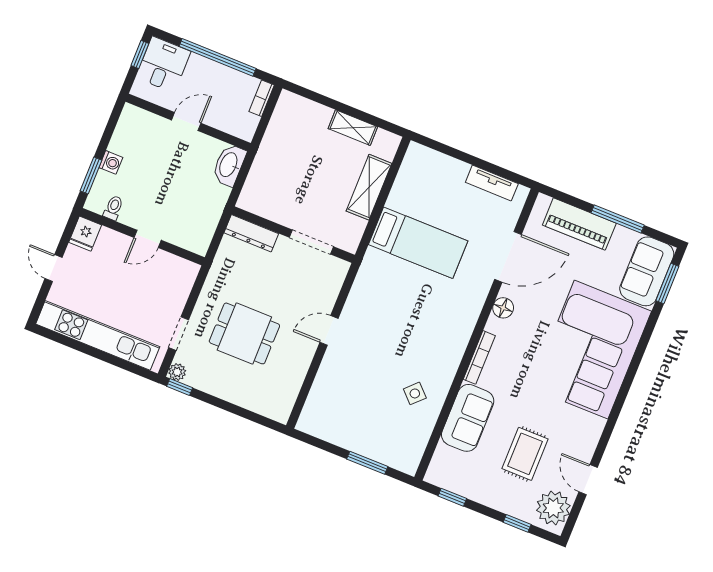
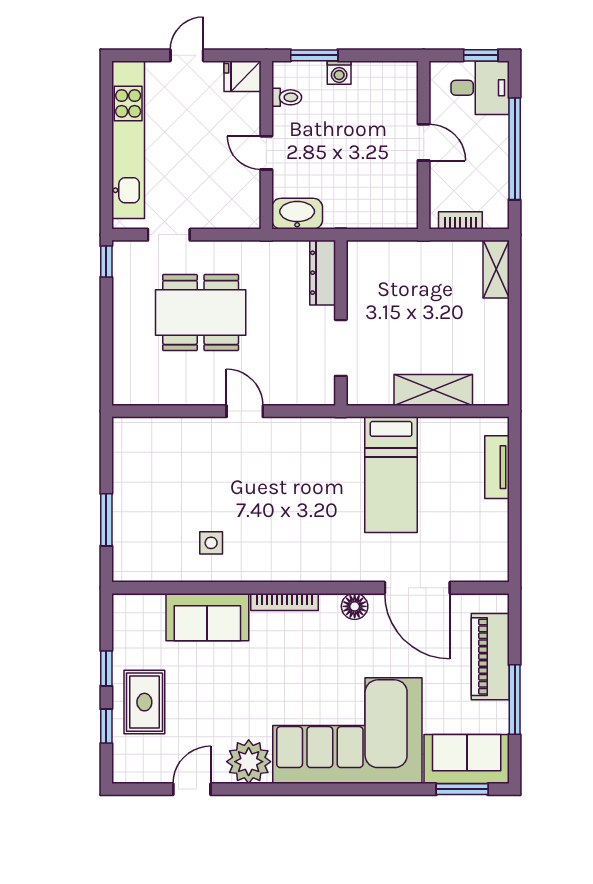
bookcase: (262, 98) -> (460, 220), moved
shelving: (353, 128) -> (496, 269), moved
washbasin: (229, 165) -> (297, 214), moved
tv unit: (492, 183) -> (497, 467), moved
dining table: (244, 333) -> (201, 313), width x1.38
plant: (177, 372) -> (123, 251), removed
side table: (415, 393) -> (211, 543), turned 45
rug: (525, 454) -> (144, 702), moved, turned 90
window: (452, 497) -> (106, 668), moved
plant: (553, 508) -> (249, 762), moved

